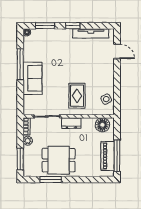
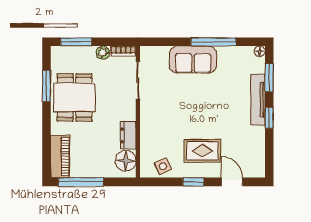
tv unit: (91, 33) -> (258, 100), moved
door: (117, 51) -> (232, 182), swing flipped
window: (117, 78) -> (193, 182), added
rug: (77, 96) -> (202, 151), moved
dresser: (71, 123) -> (128, 135), moved
piano: (108, 156) -> (60, 157), moved, turned 90

